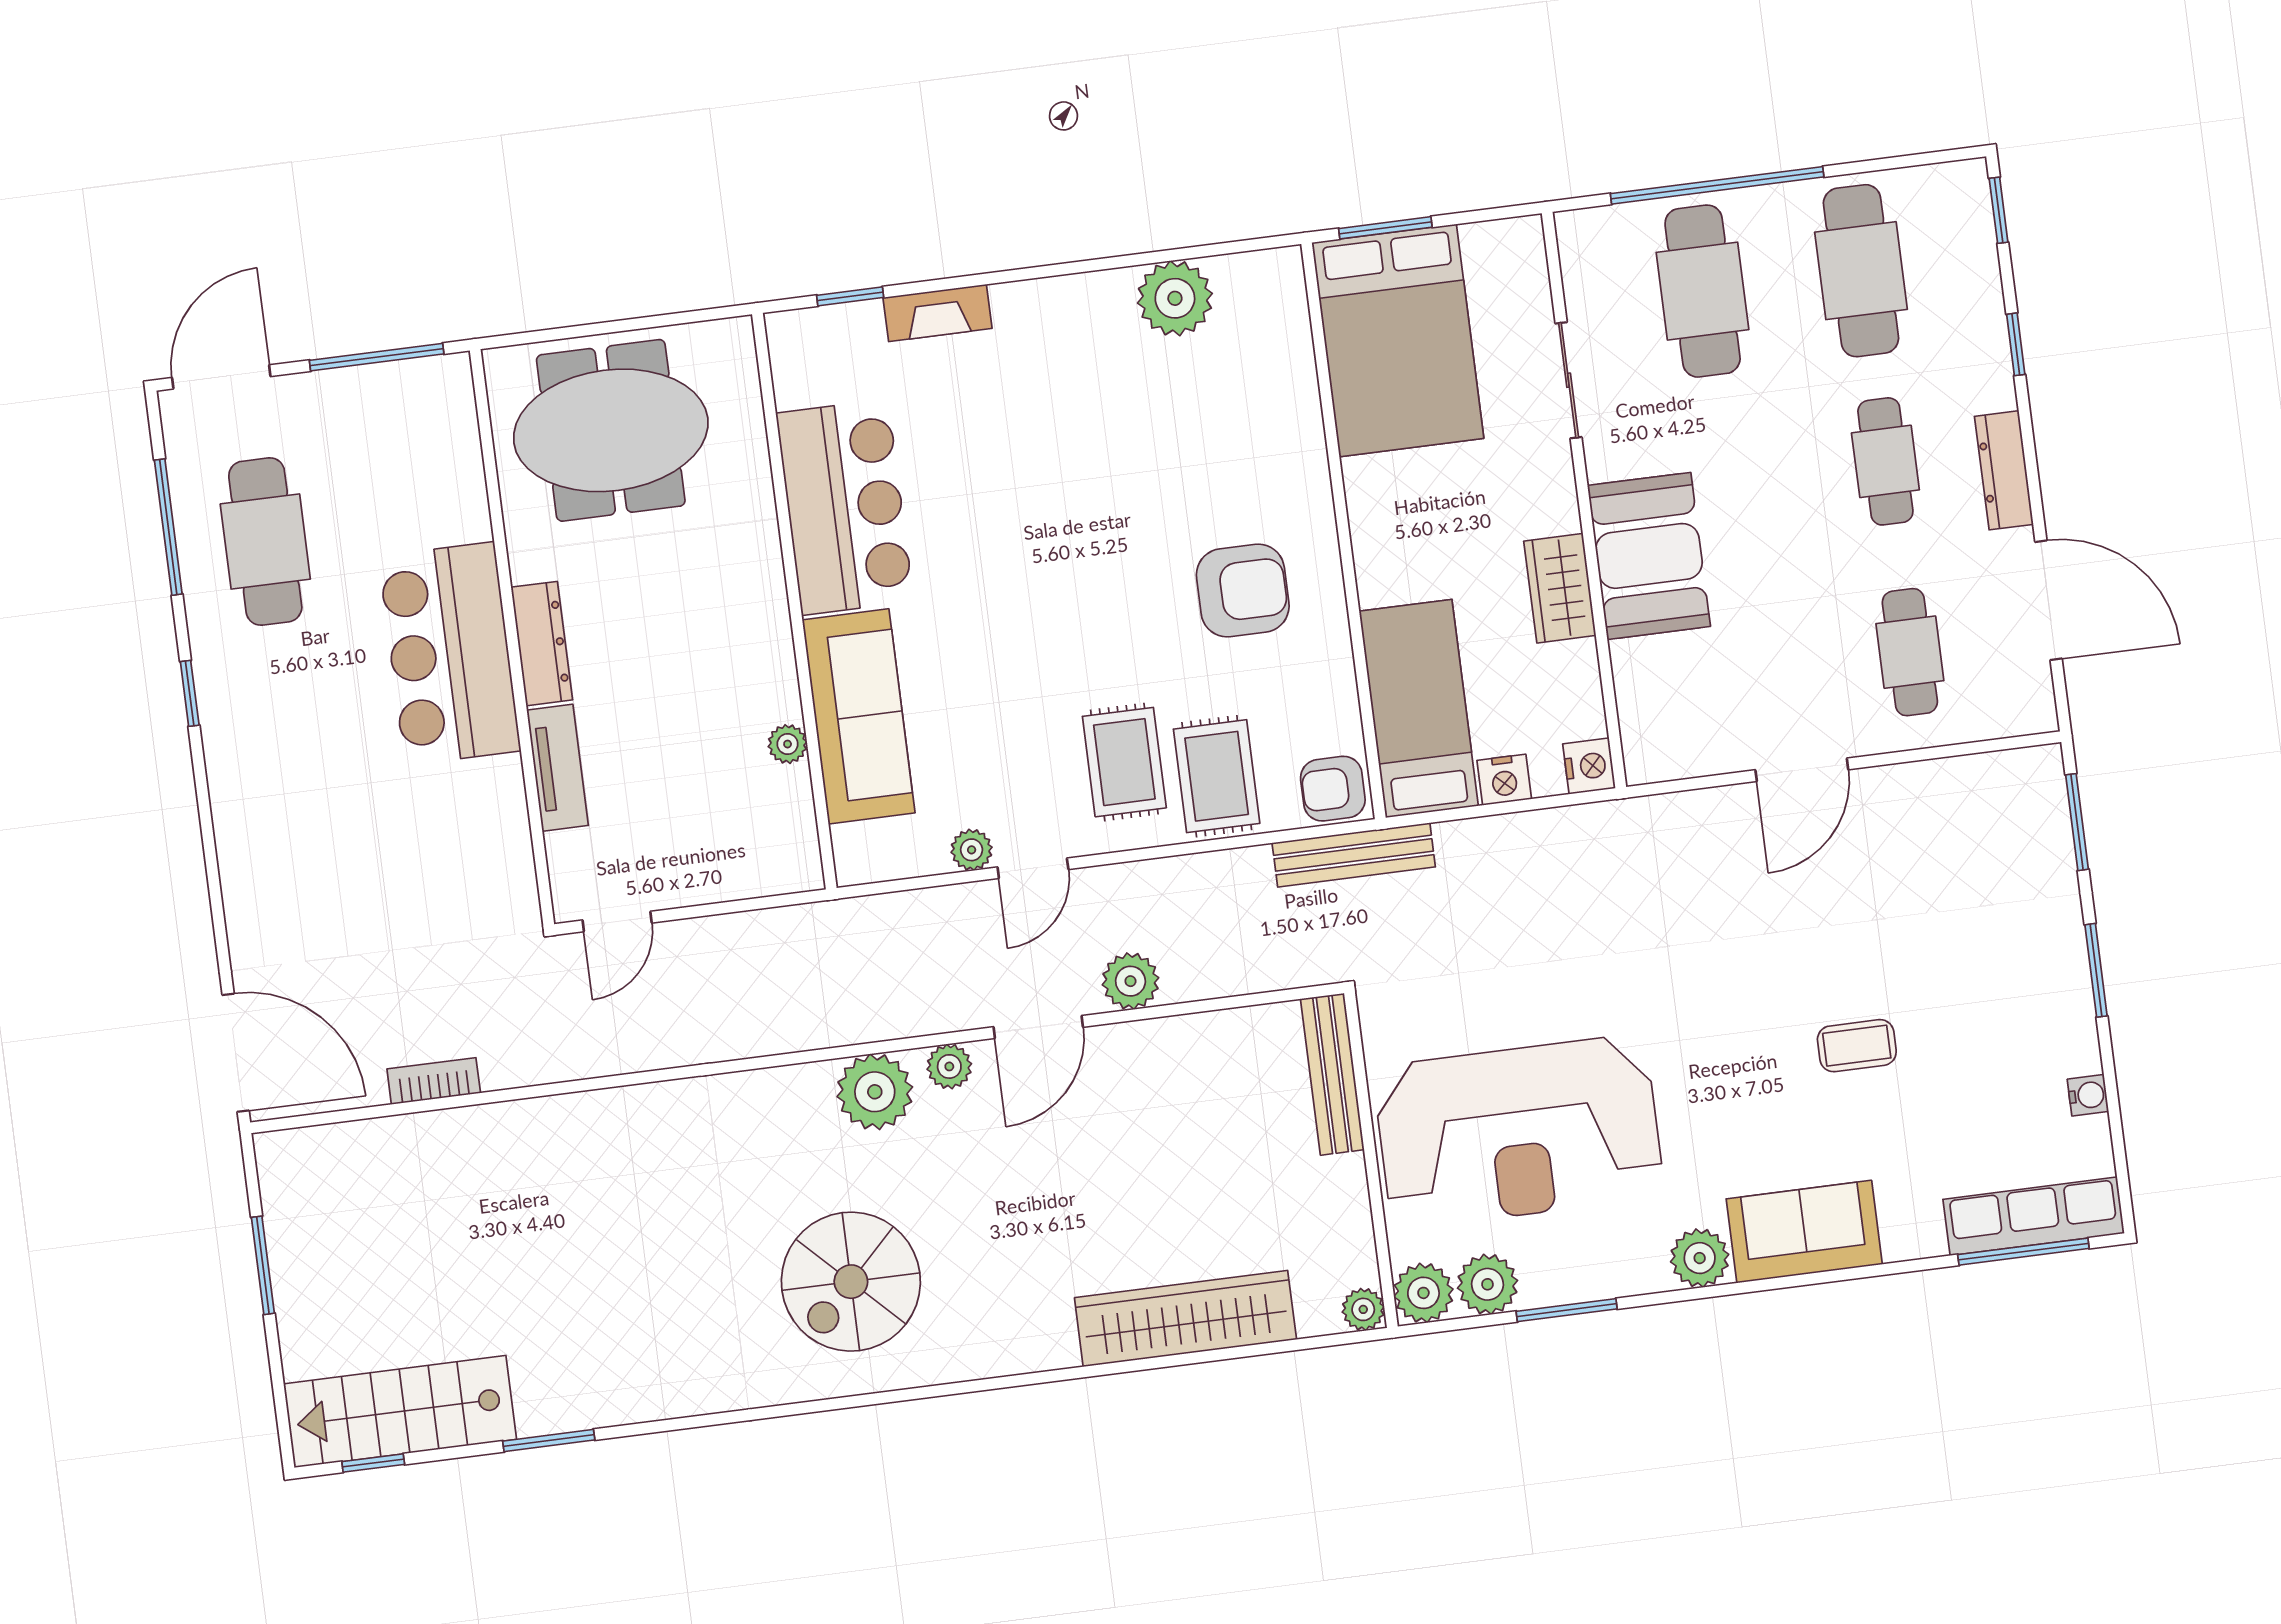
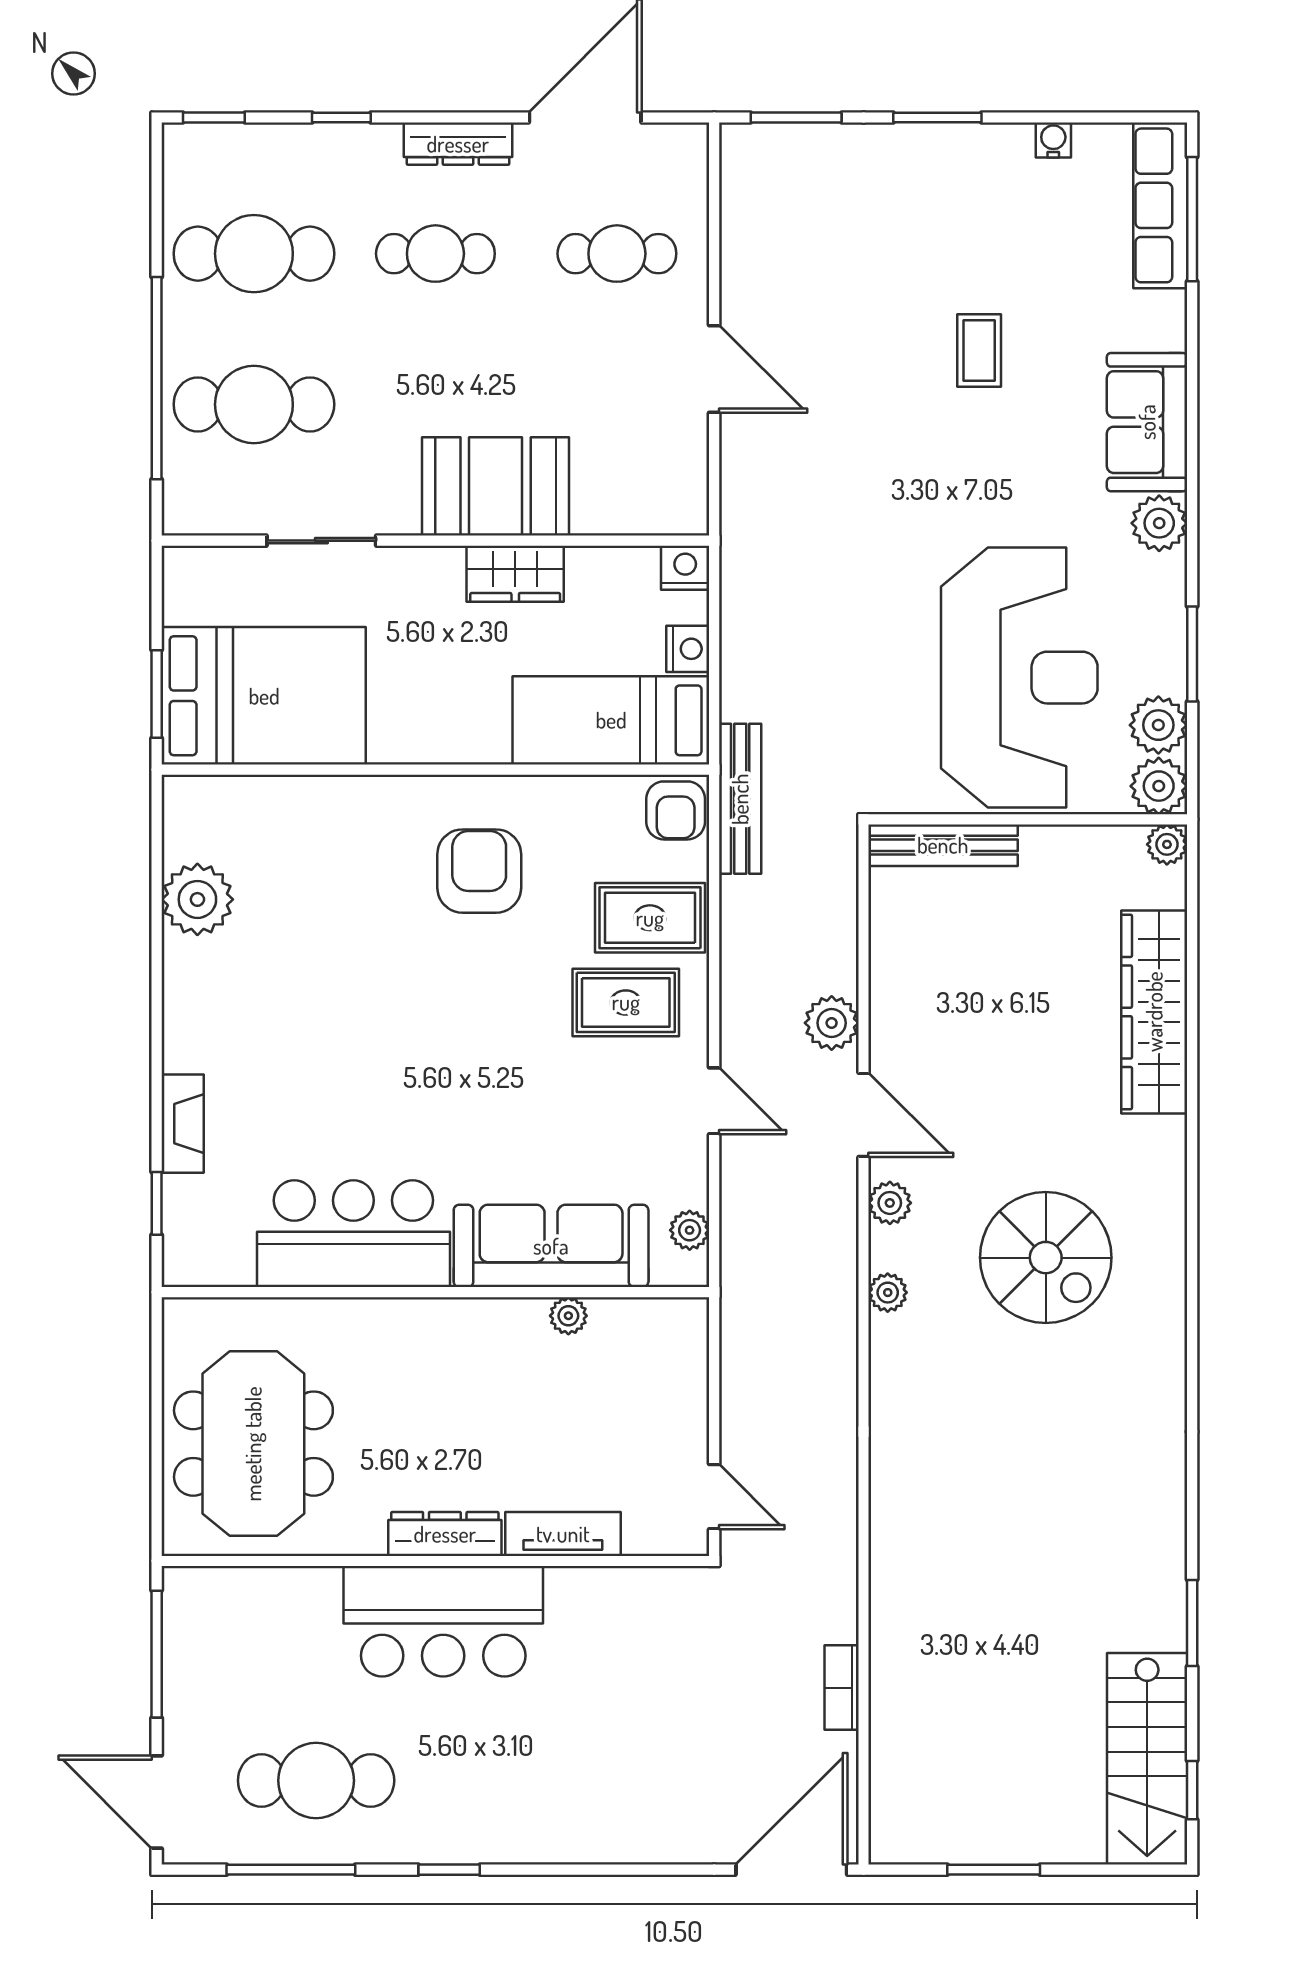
plant: (972, 850) -> (690, 1230), moved
plant: (875, 1092) -> (888, 1293), width x0.53, depth x0.53
spiral stairs: (851, 1282) -> (1046, 1258), moved

